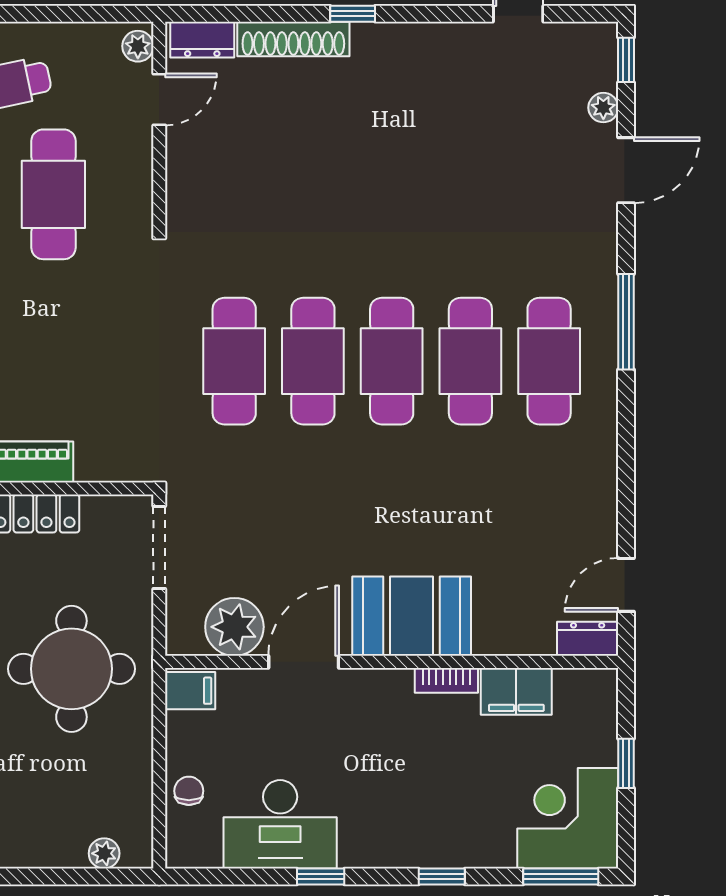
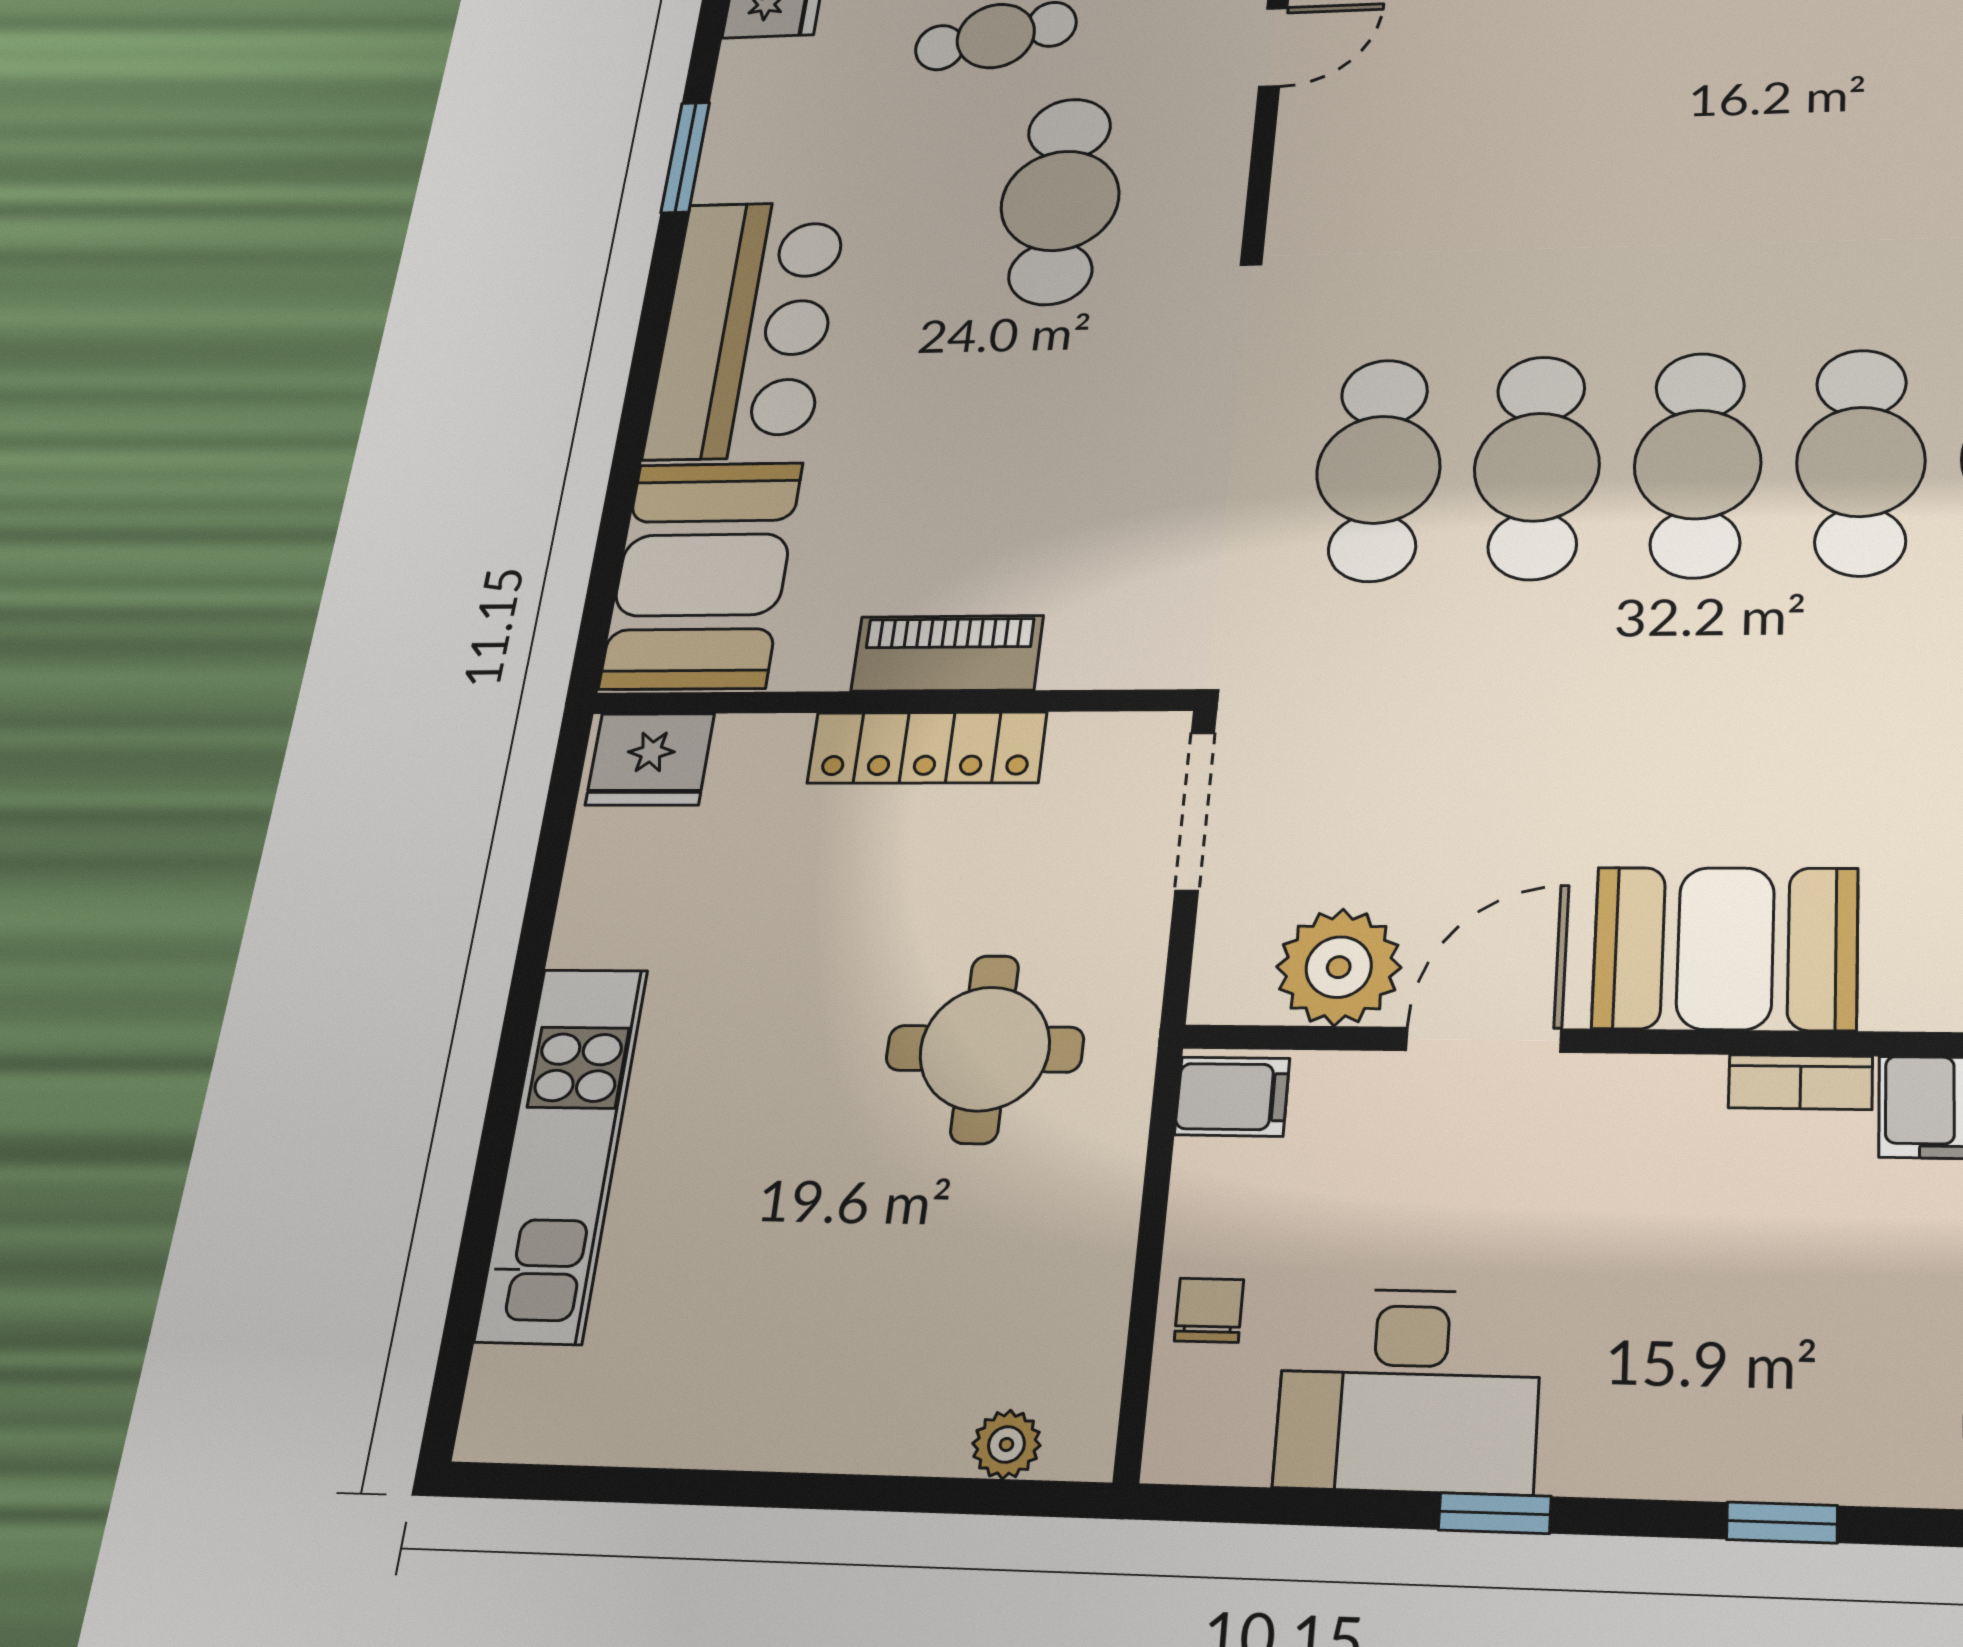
round table: (71, 669) -> (985, 1049), width x0.73, depth x0.73

